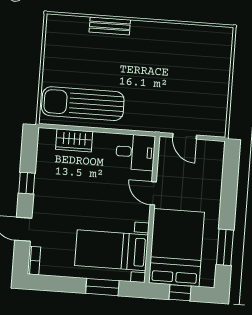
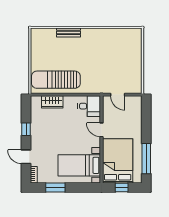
window: (225, 247) -> (146, 159), width x1.44
window: (102, 287) -> (55, 188), moved

